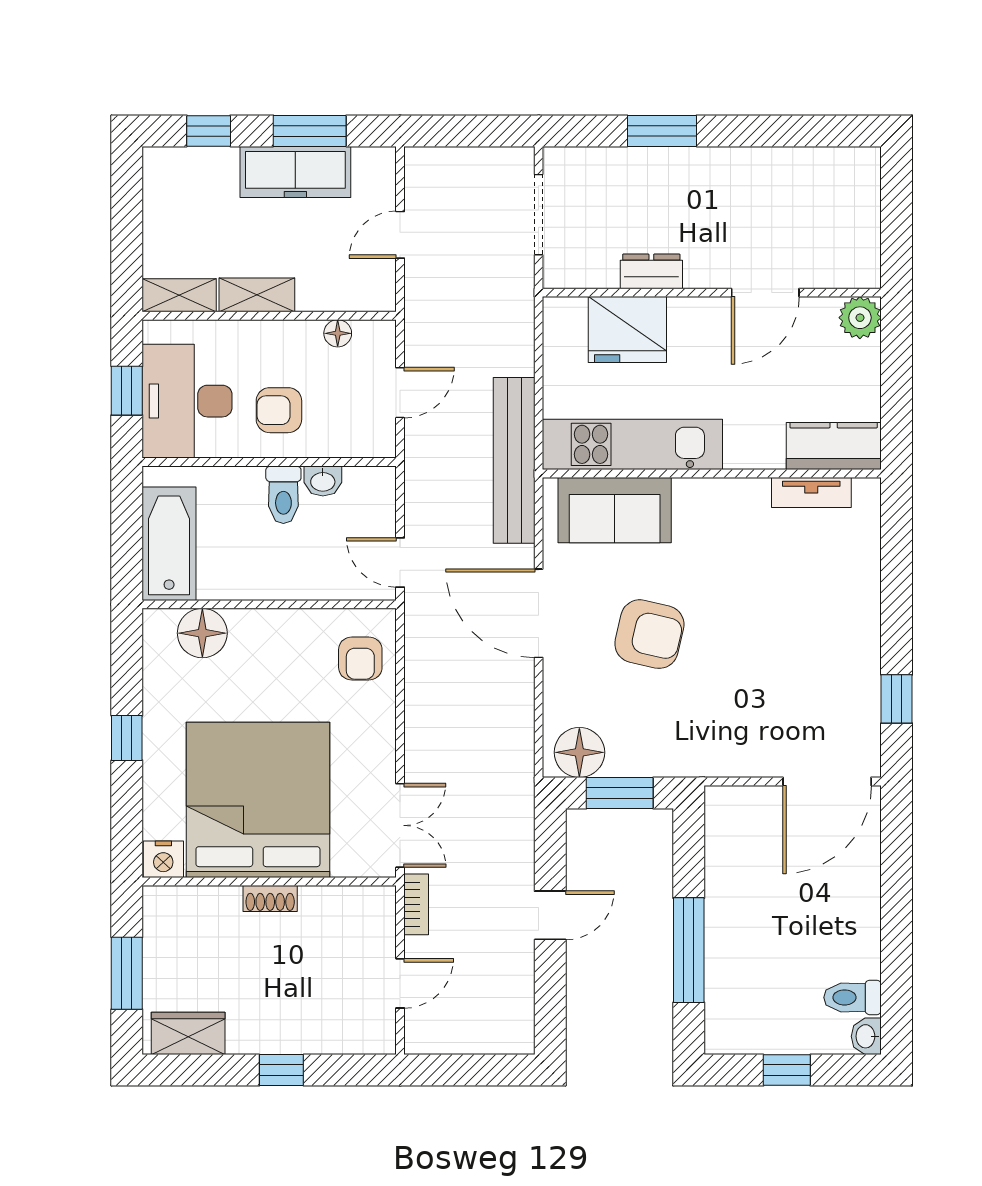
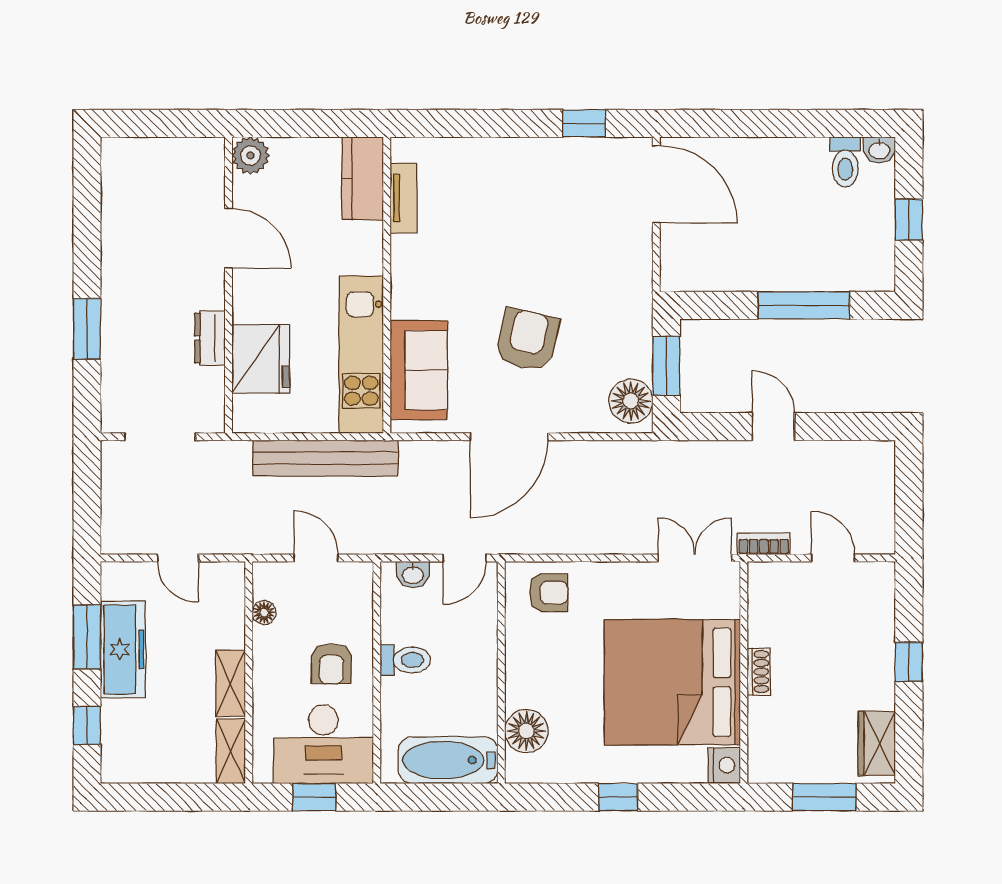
bench: (514, 460) -> (325, 458), moved
washbasin: (323, 481) -> (413, 575), moved, turned 90

